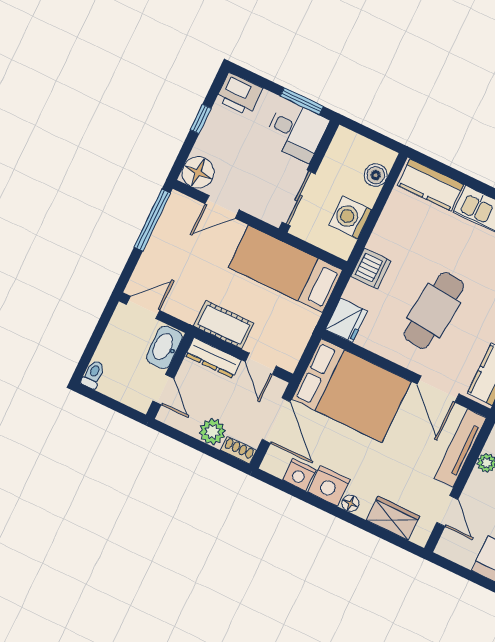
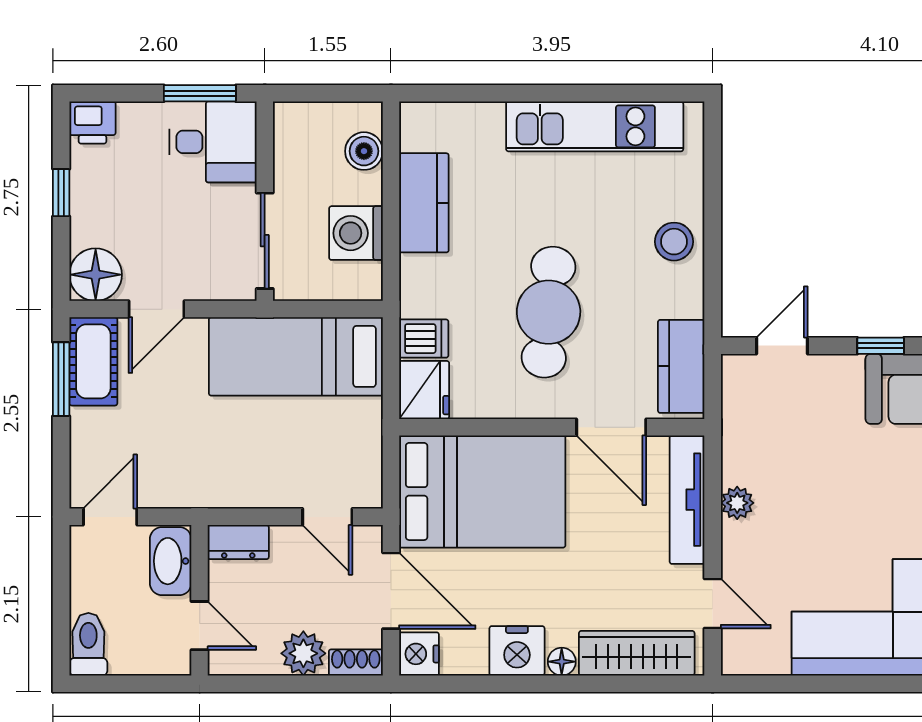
printer: (239, 94) -> (92, 122), width x0.73, depth x0.81
kitchen counter: (431, 185) -> (424, 203), moved, turned -90
window: (152, 220) -> (61, 379), width x0.69
dishwasher: (371, 269) -> (424, 339), moved, width x0.73
cot: (224, 325) -> (93, 361), moved, turned 90
dresser: (213, 358) -> (238, 542), width x0.70
toilet: (93, 374) -> (88, 644), width x1.37, depth x1.39
nightstand: (299, 475) -> (419, 654), moved, turned 90
wardrobe: (393, 518) -> (637, 653), width x1.50

